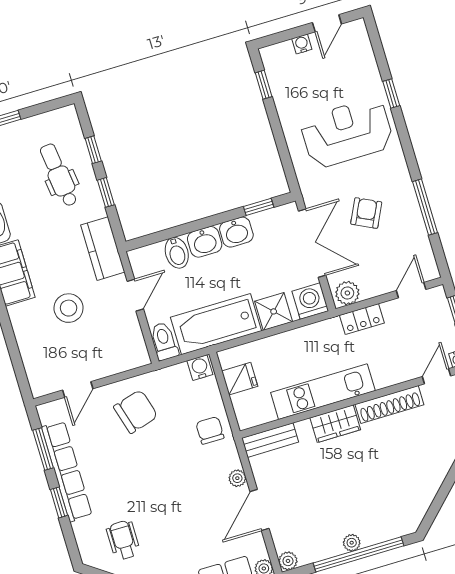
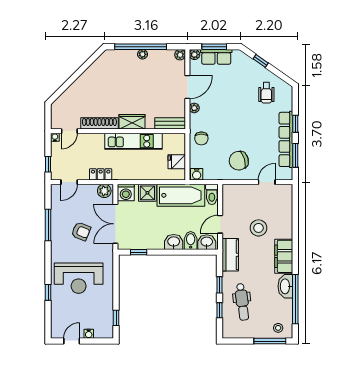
armchair: (366, 213) -> (81, 231), turned -94
washbasin: (236, 232) -> (207, 242), moved

